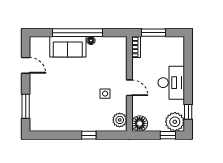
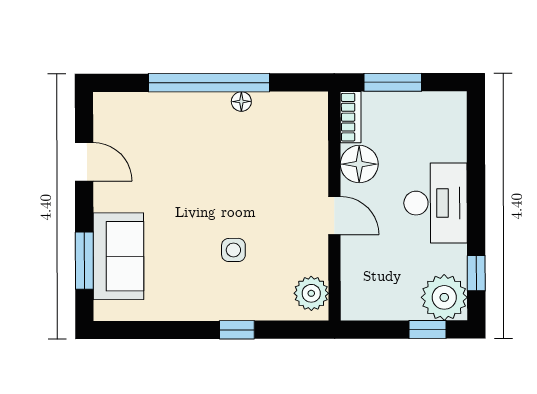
sofa: (68, 47) -> (118, 256), moved, turned -90
side table: (105, 94) -> (233, 250), moved
floor lamp: (140, 123) -> (359, 164), moved

